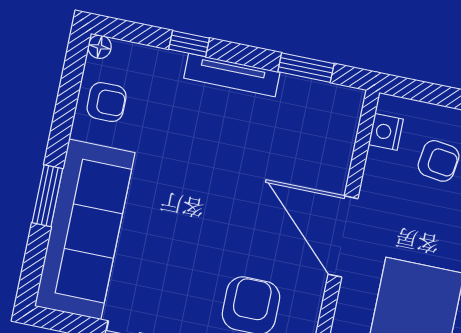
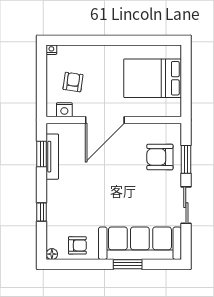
tv unit: (232, 75) -> (52, 157), moved
armchair: (107, 102) -> (77, 245), turned 90
door: (343, 236) -> (105, 120), moved

